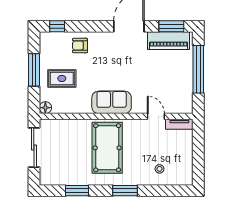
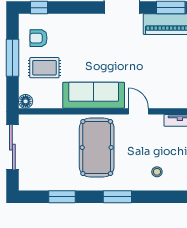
armchair: (80, 46) -> (38, 38), moved
sofa: (112, 102) -> (94, 95), width x1.36
door: (156, 116) -> (138, 111), moved

